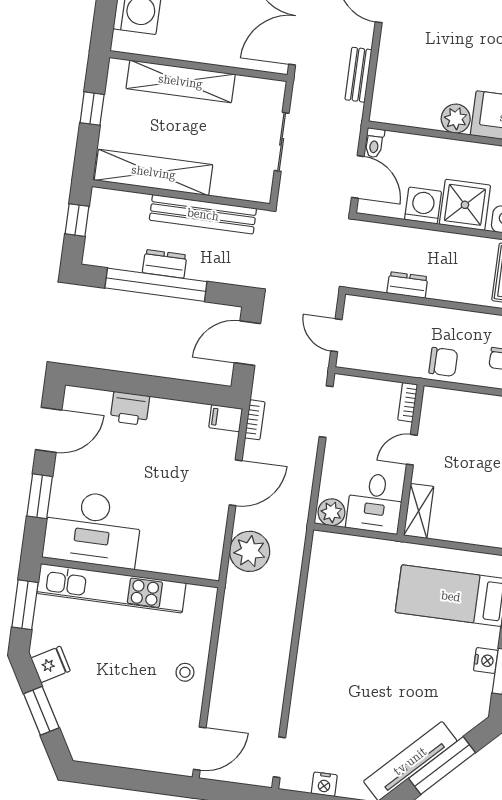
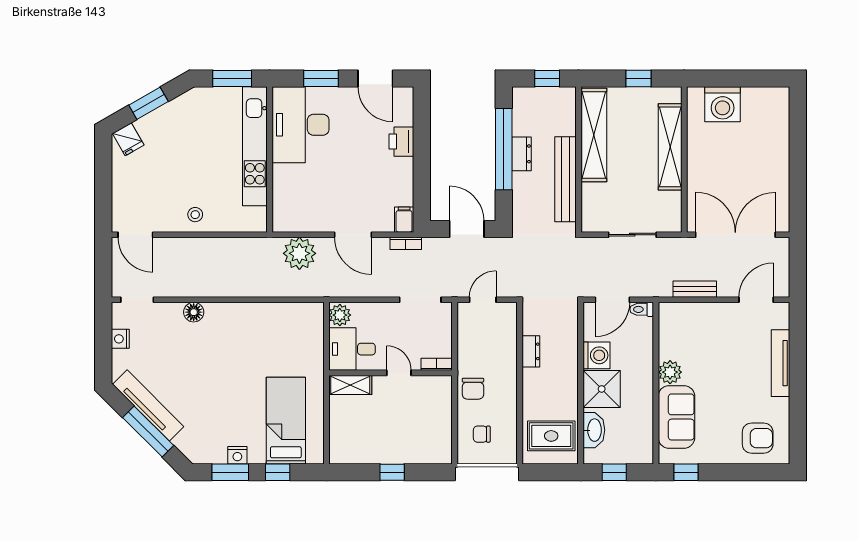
fridge: (51, 664) -> (128, 139), moved
floor lamp: (304, 690) -> (194, 312), added

